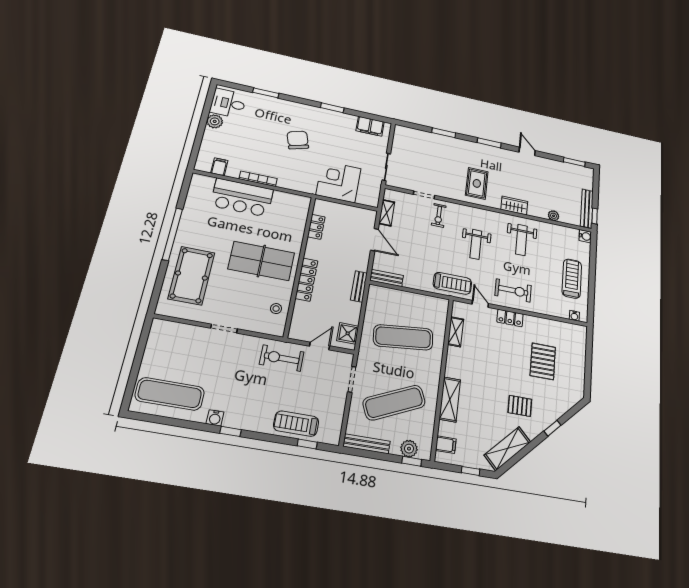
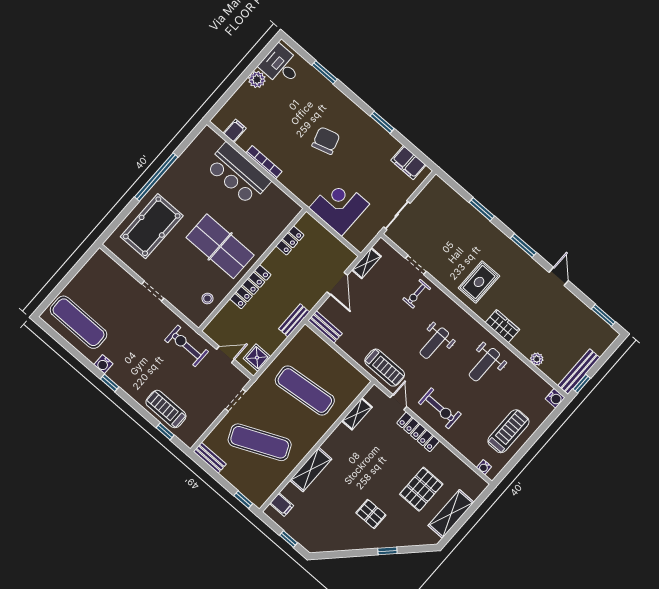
locker: (510, 318) -> (418, 432), width x1.53
bench: (367, 444) -> (210, 458), width x0.73
plant: (409, 449) -> (248, 488), removed
shelving: (508, 449) -> (451, 514), moved, turned -45

